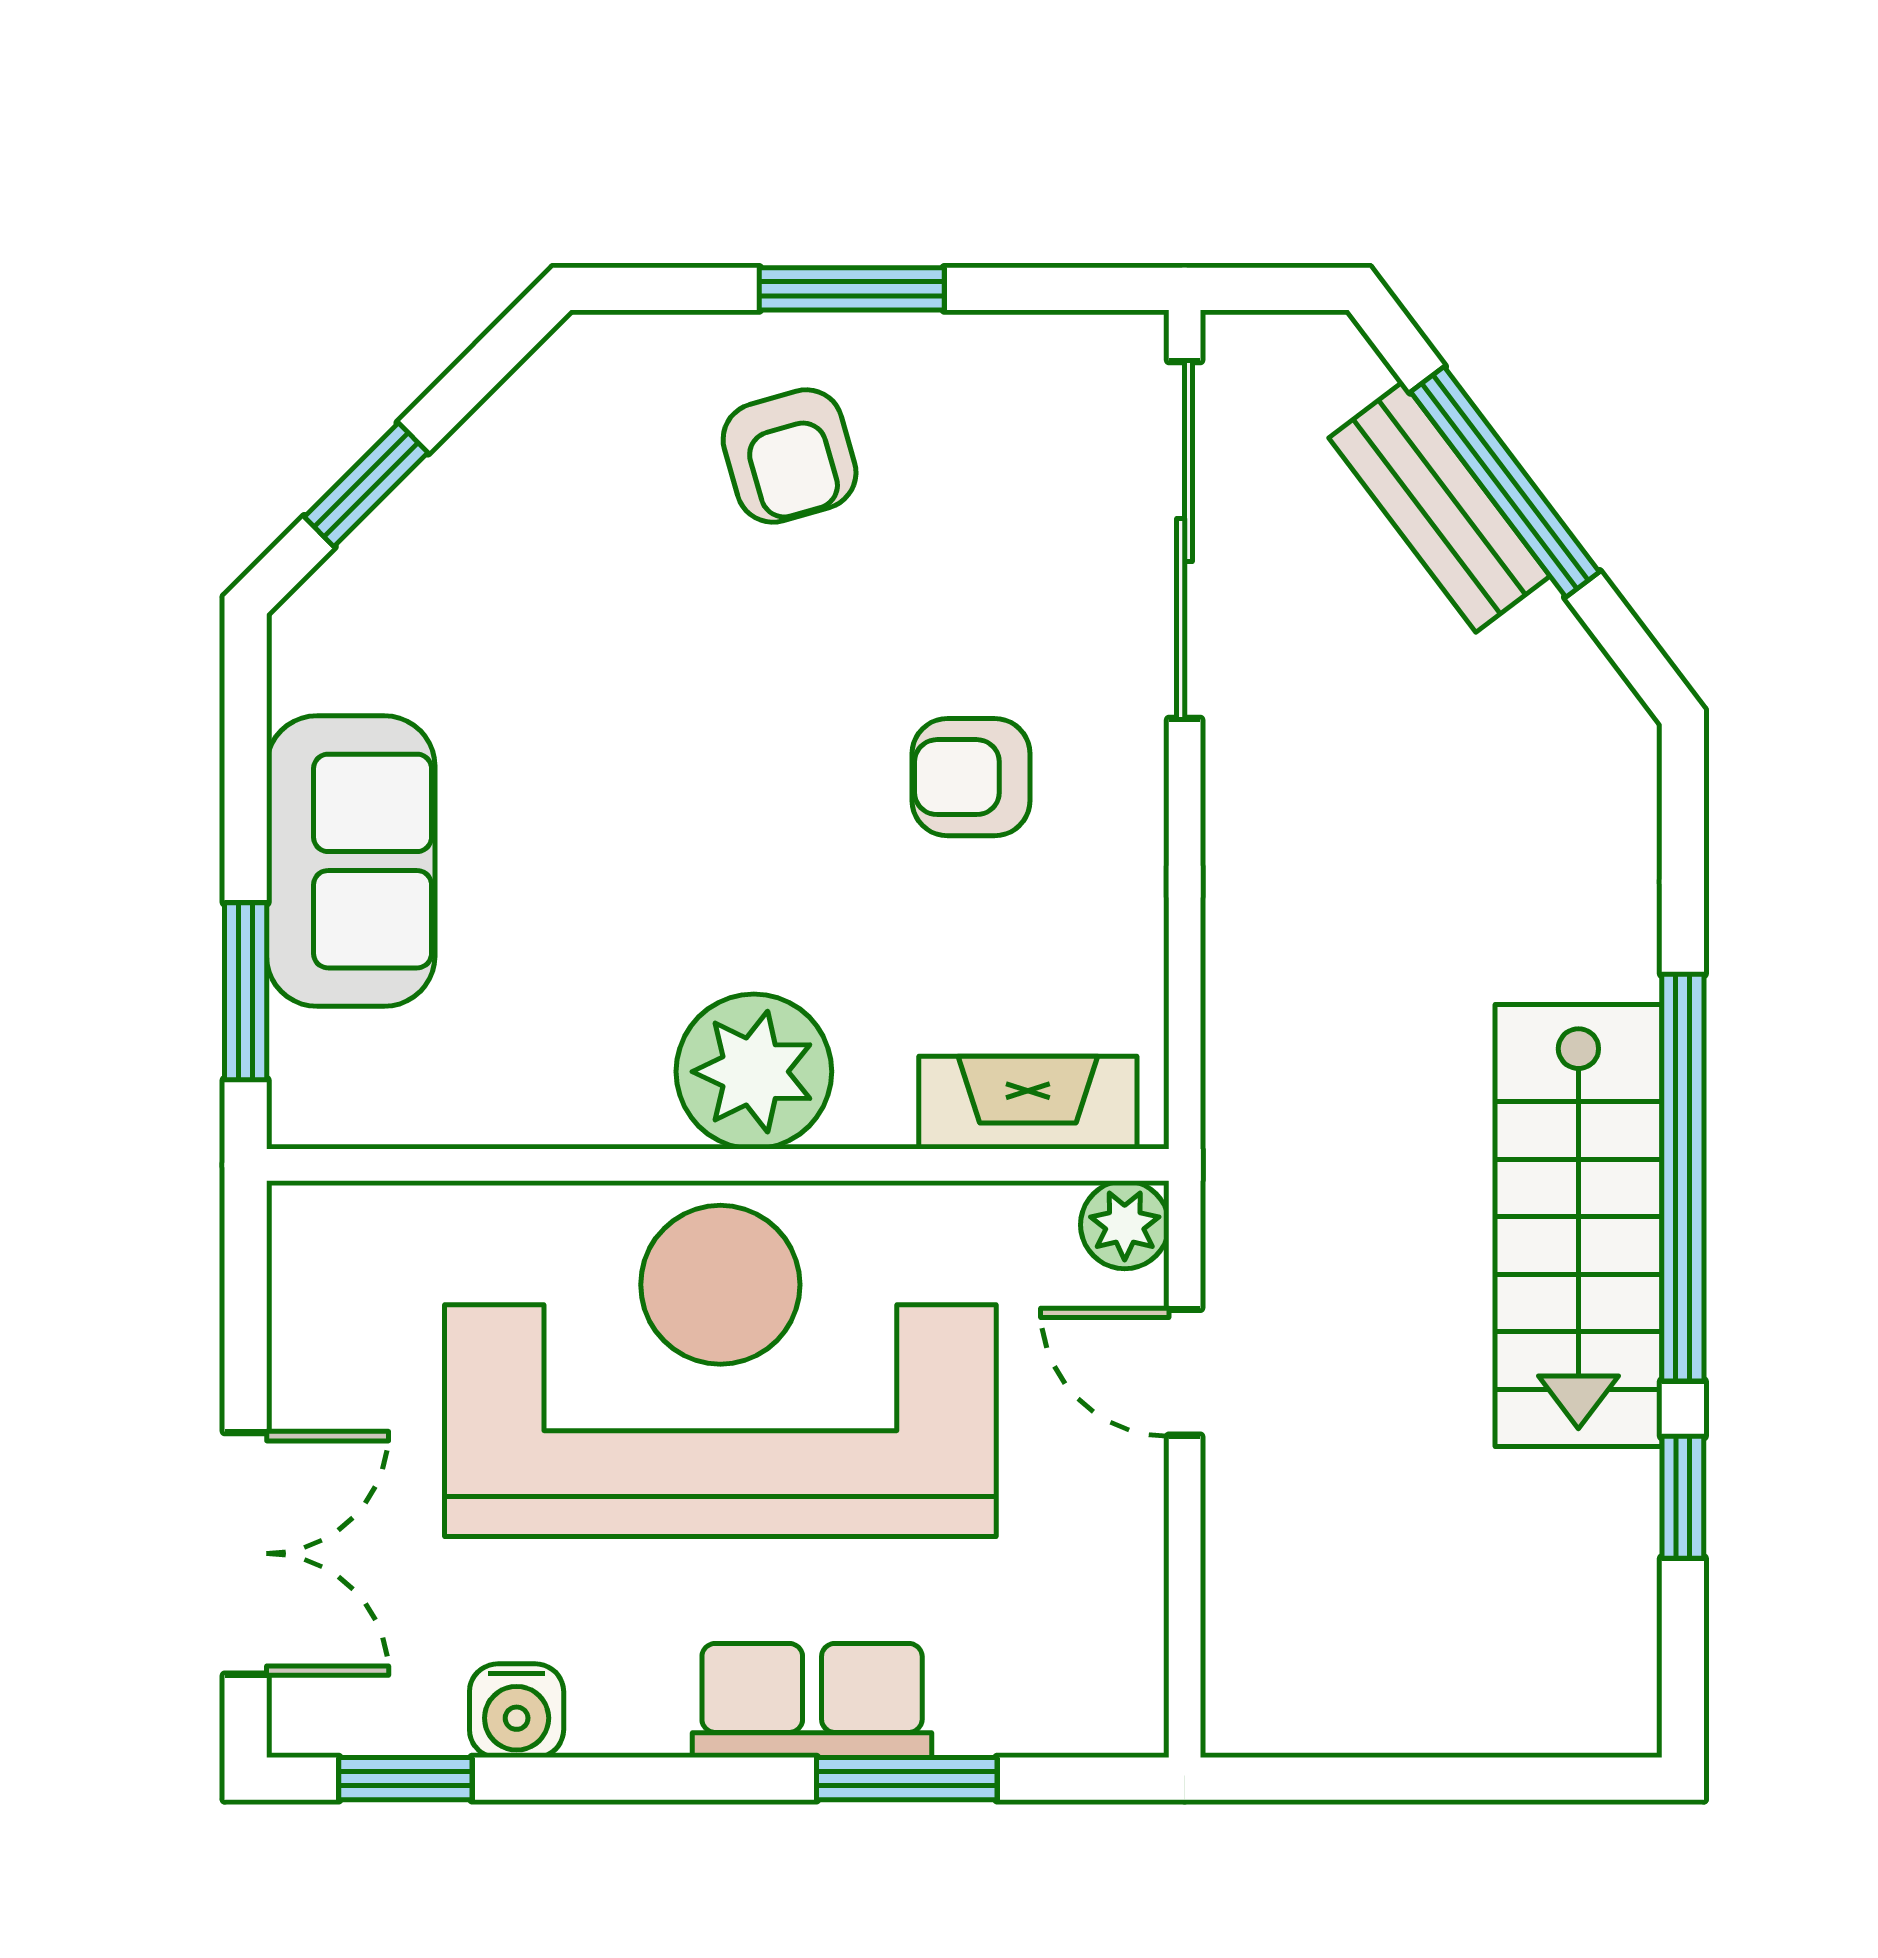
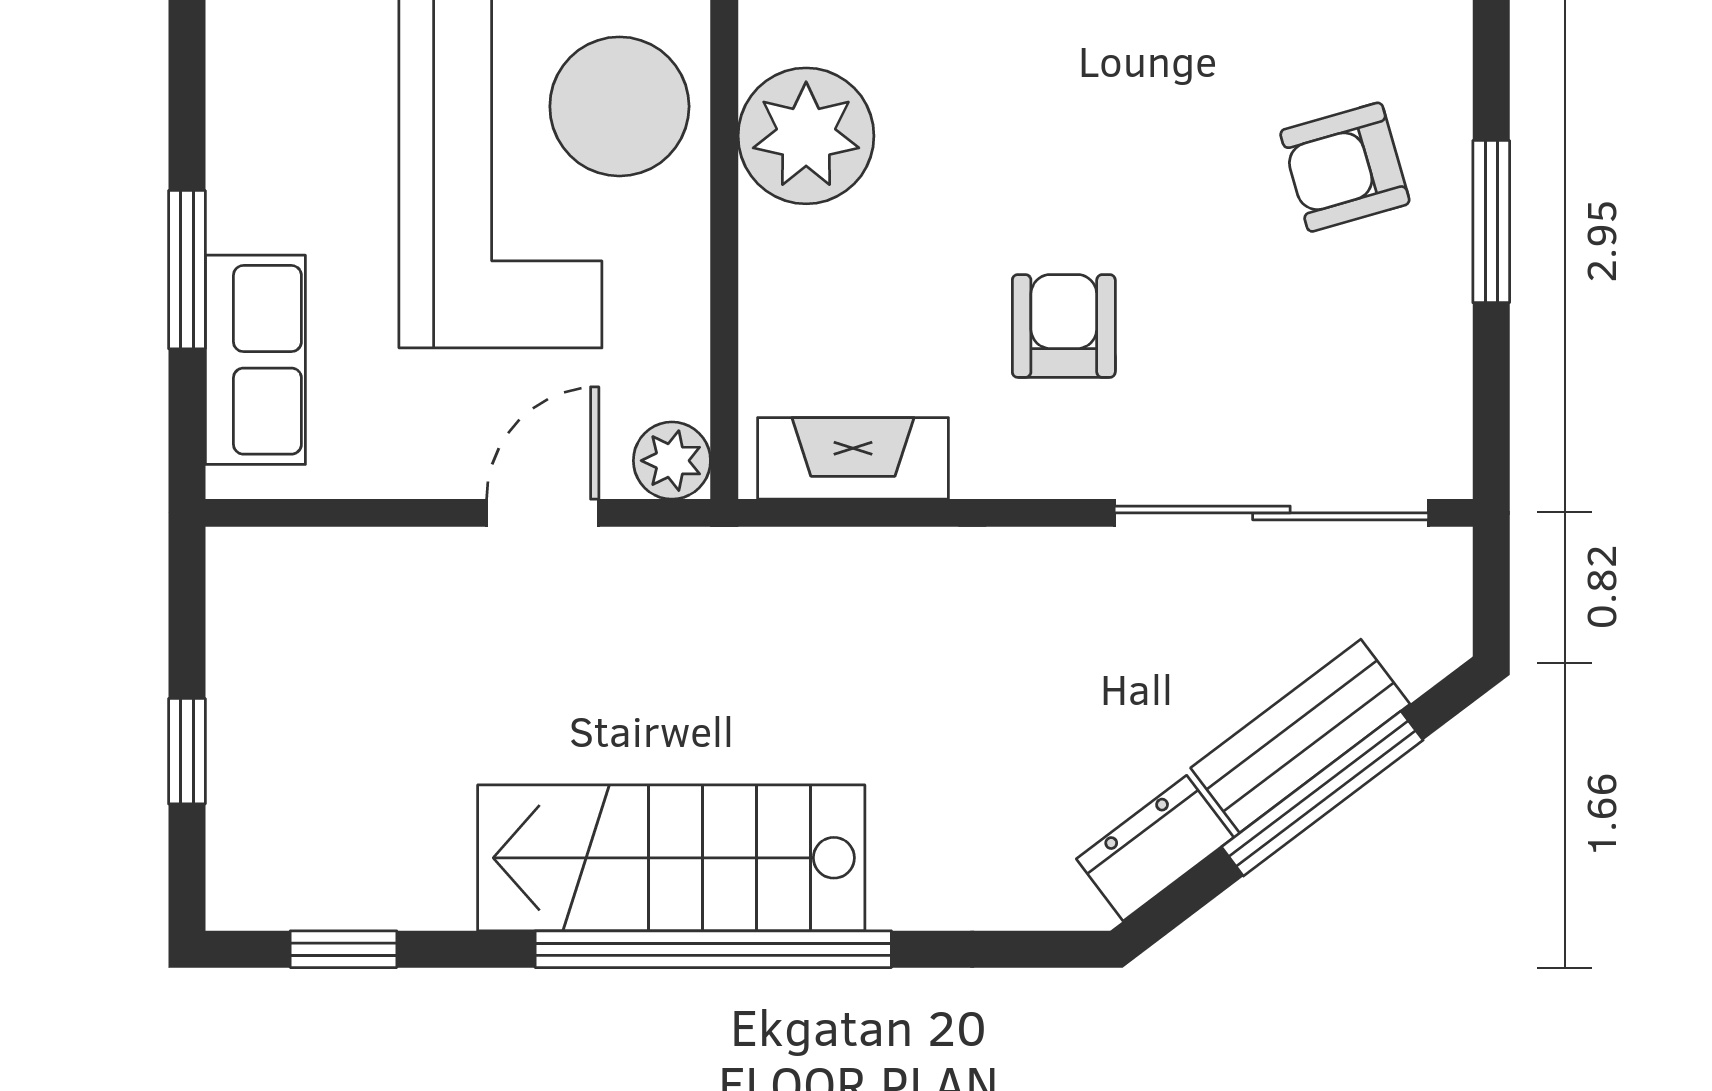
dresser: (1567, 673) -> (1155, 848), added
fireplace: (1028, 1103) -> (853, 458), moved, turned -90
window: (1683, 1497) -> (343, 949), moved
row of seats: (812, 1700) -> (255, 360), moved
window: (1457, 1779) -> (187, 751), added

